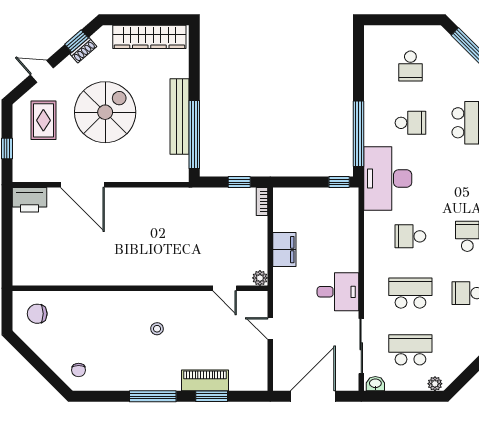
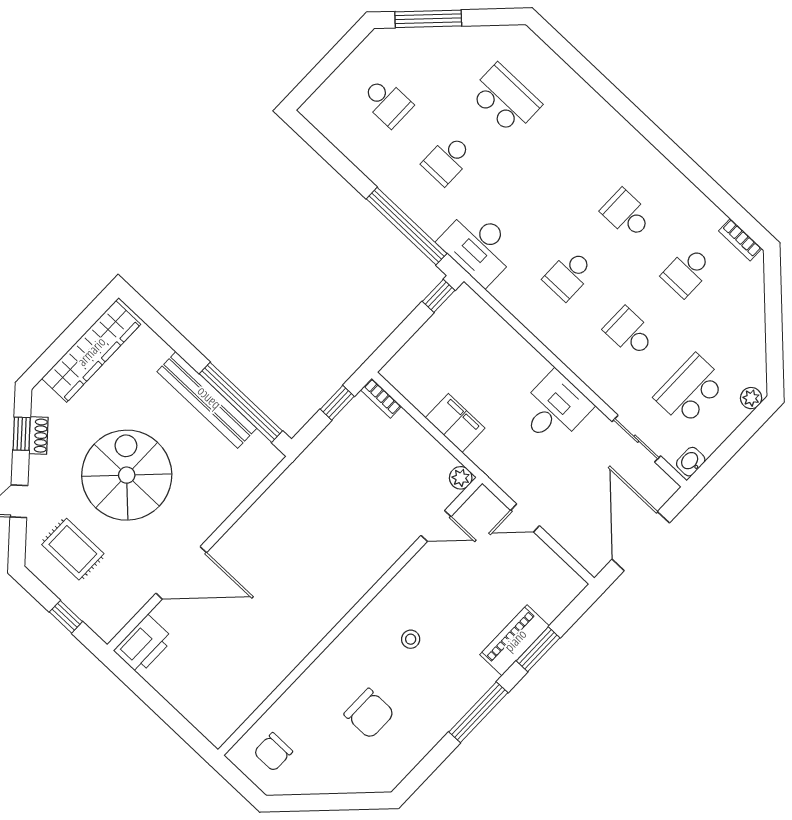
school desk: (410, 123) -> (448, 160), turned 180
desk: (388, 179) -> (479, 246), width x0.73, depth x0.77
school desk: (410, 293) -> (629, 332), width x0.54
sliding door: (361, 346) -> (636, 439), width x0.73
chair: (79, 370) -> (369, 714), moved, width x1.87, depth x1.87

